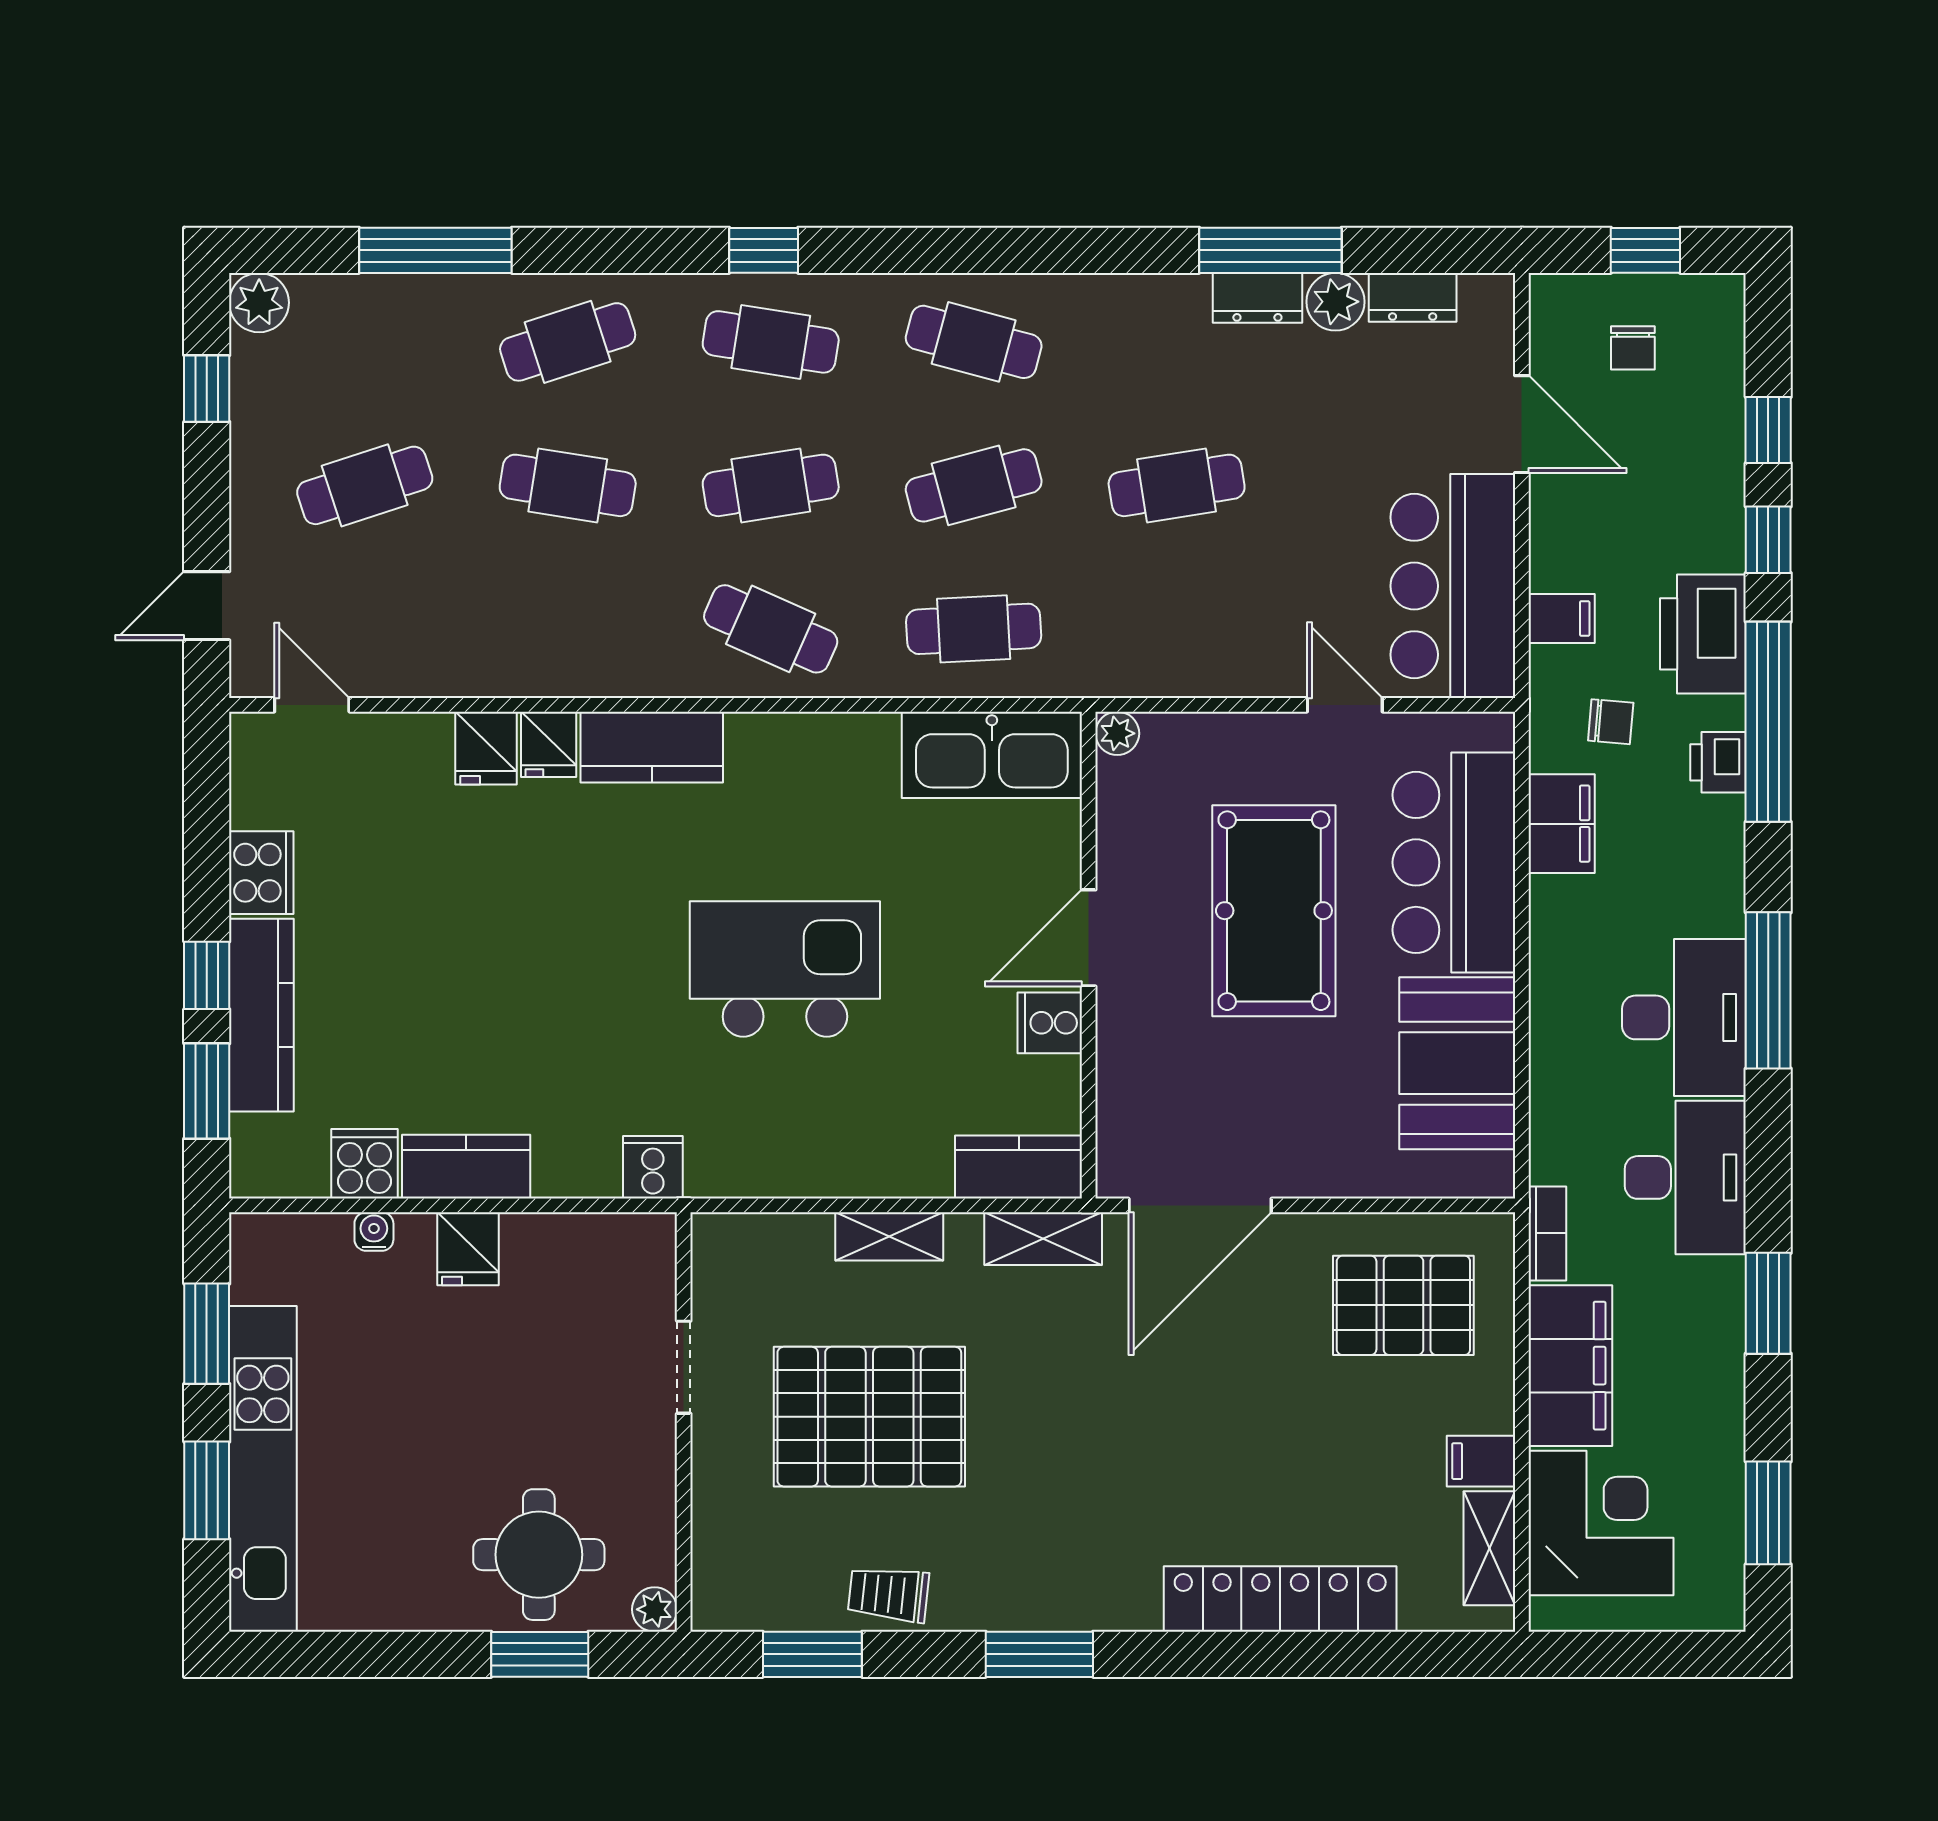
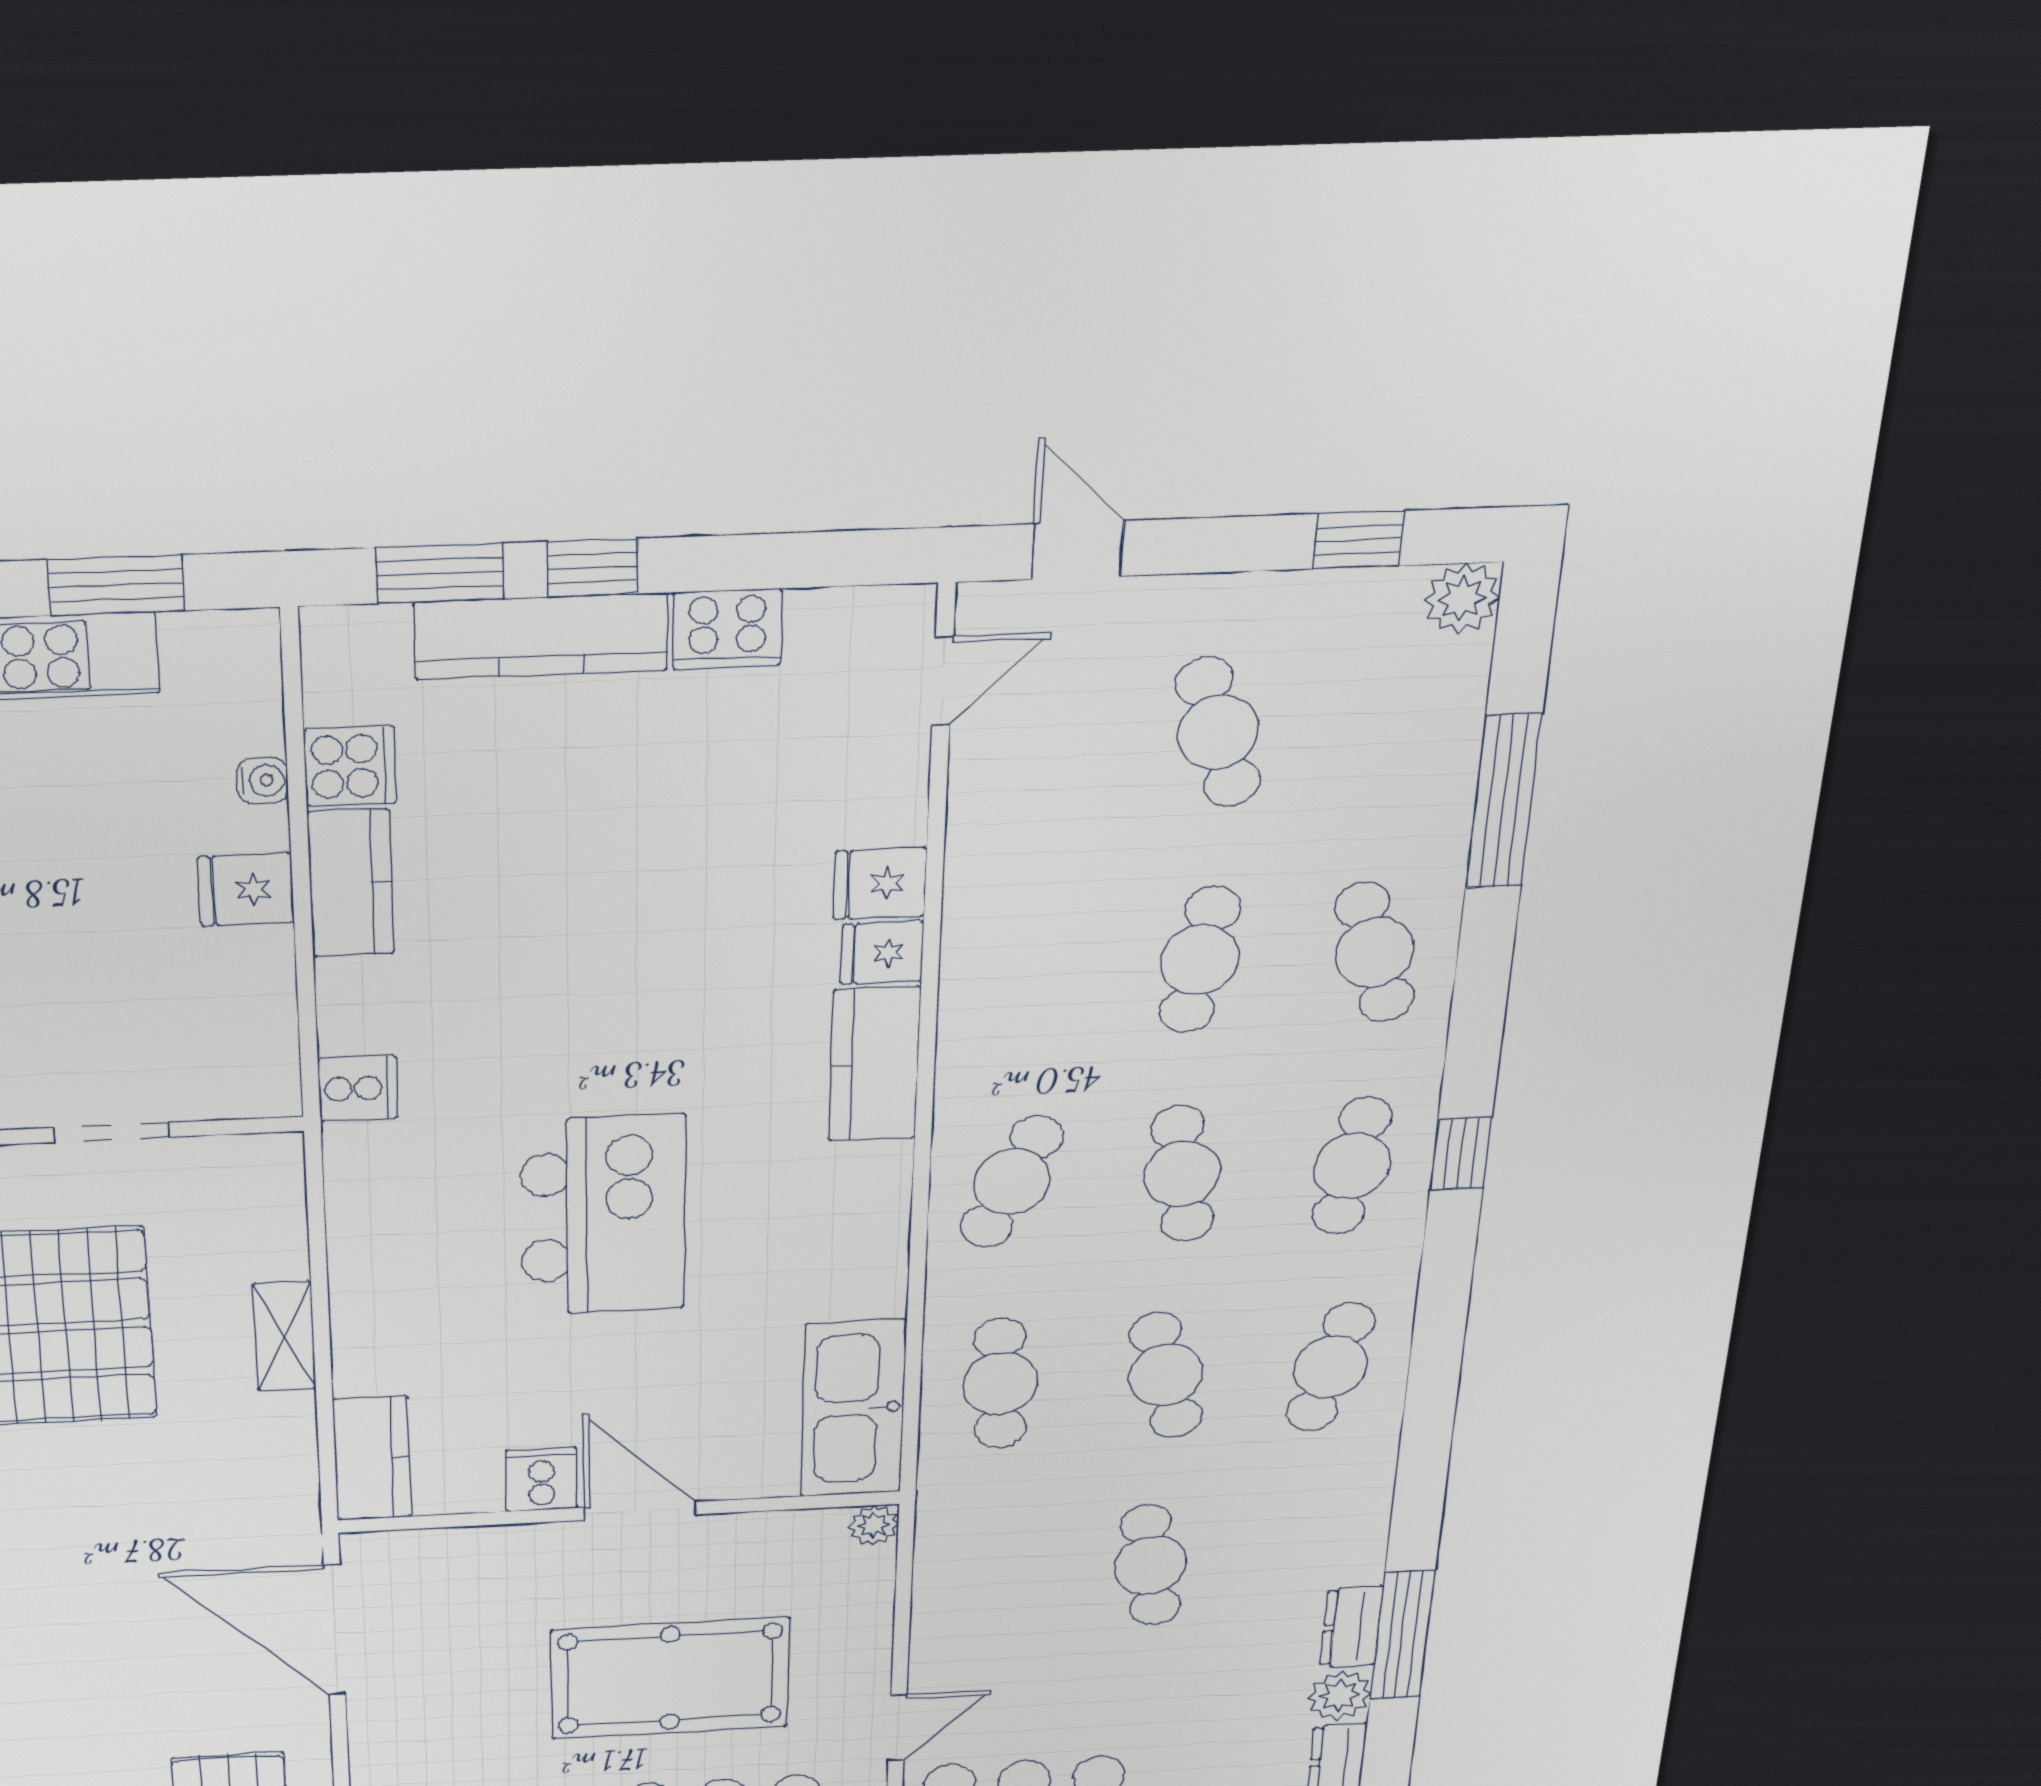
shelving: (1043, 1239) -> (289, 1486), removed

